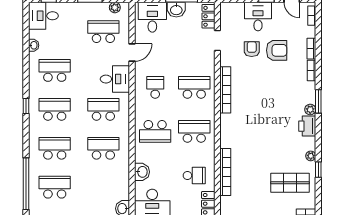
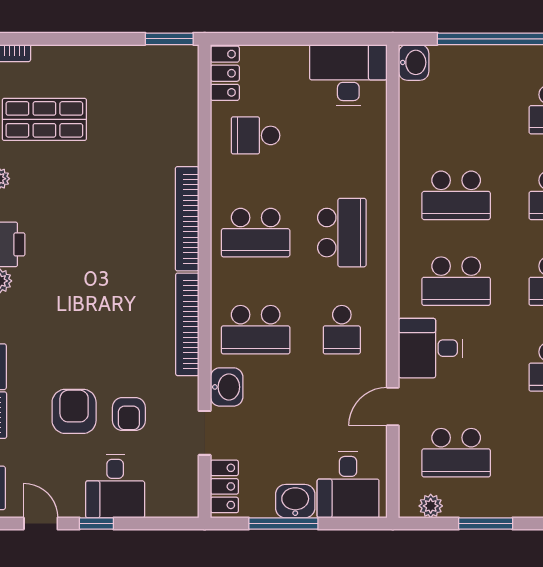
armchair: (277, 50) -> (74, 411), turned 90
school desk: (155, 131) -> (342, 233), turned 90
washbasin: (142, 172) -> (227, 387), moved, turned 180
bookcase: (225, 172) -> (187, 219), moved

